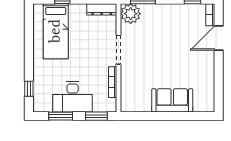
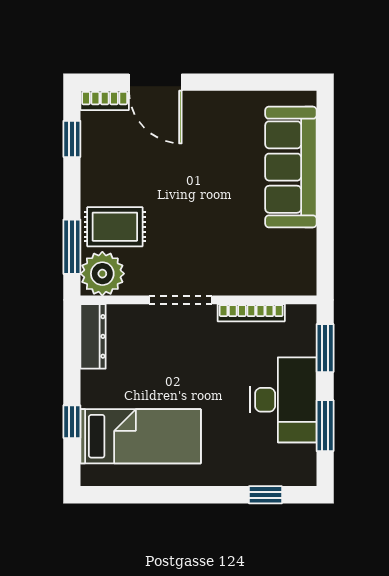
rug: (152, 19) -> (115, 227), added
sofa: (172, 100) -> (291, 167), width x1.36

